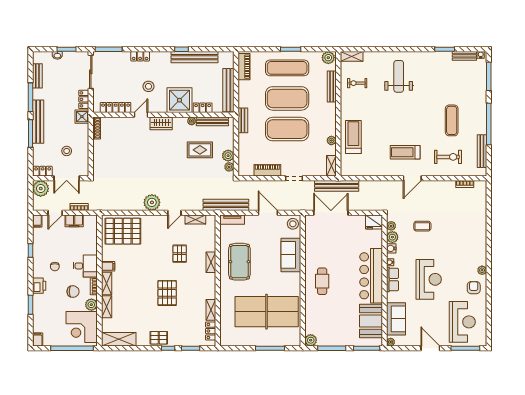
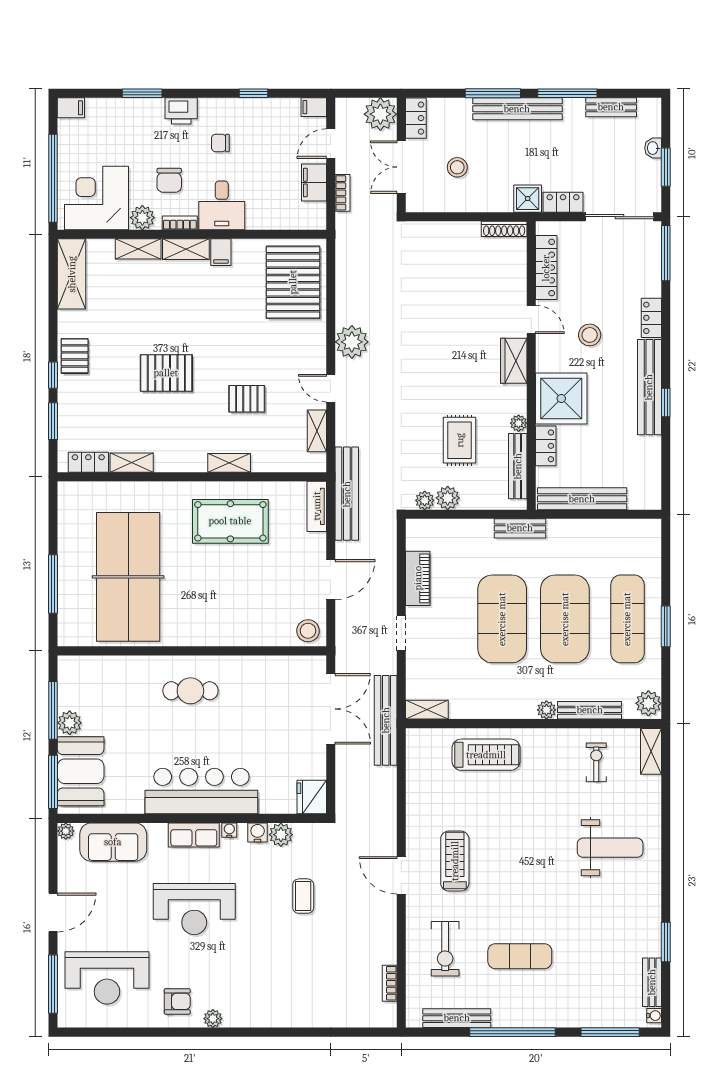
bench: (194, 57) -> (649, 387), moved
piano: (244, 67) -> (630, 531), removed
plant: (331, 140) -> (546, 710), moved
door: (55, 213) -> (331, 144), hinge flipped
plant: (391, 226) -> (304, 832), removed
sofa: (291, 255) -> (244, 626), removed
booth: (371, 321) -> (81, 771), moved, turned 90
plant: (311, 340) -> (70, 723), moved

